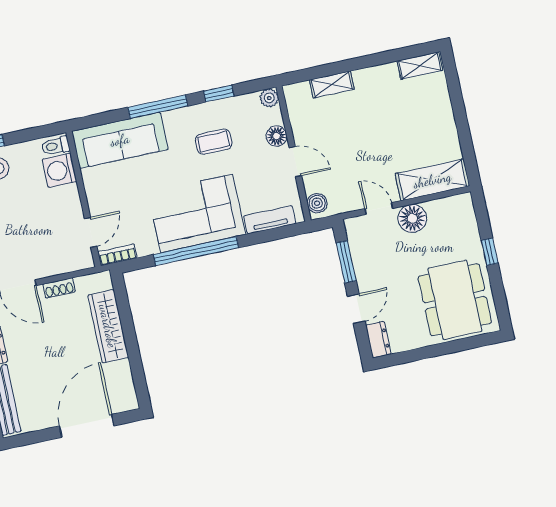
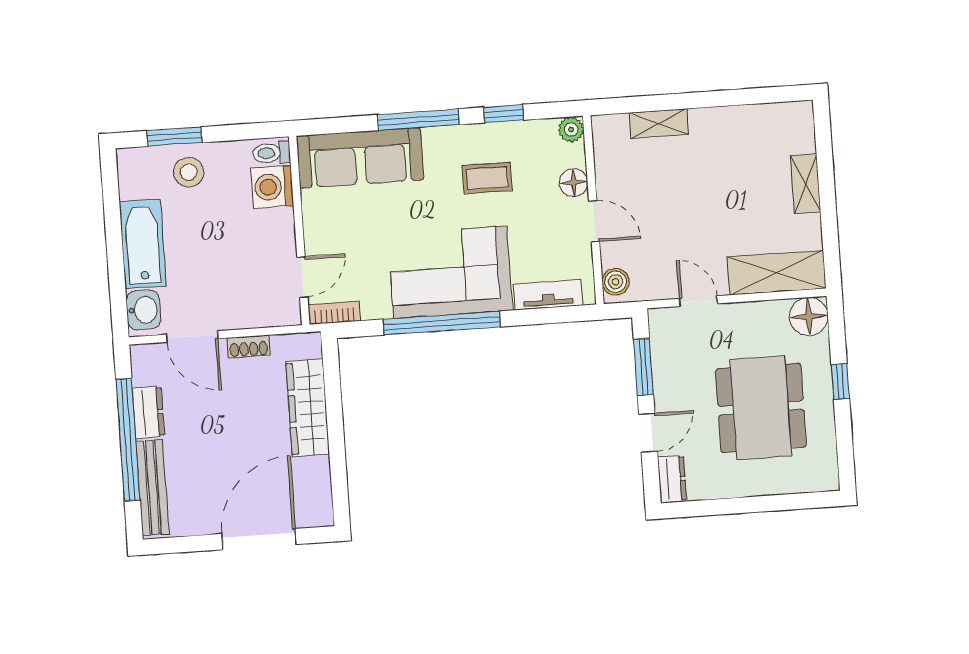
shelving: (420, 66) -> (806, 184), moved, turned 90
floor lamp: (412, 218) -> (809, 316), moved
dining table: (455, 300) -> (761, 408), moved

